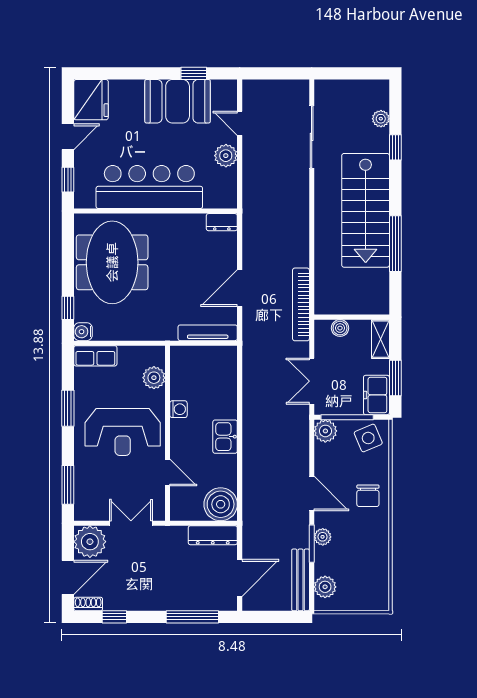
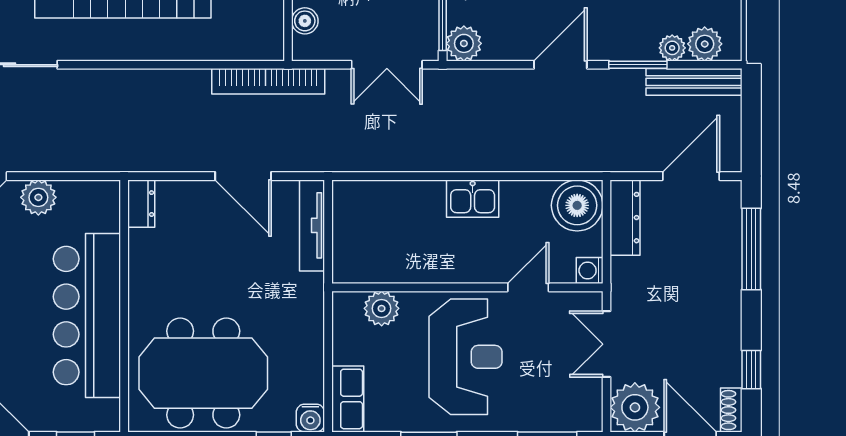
washing machine: (178, 409) -> (590, 271), moved, turned -90
plant: (323, 537) -> (672, 48), moved
door: (240, 578) -> (691, 176), hinge flipped

